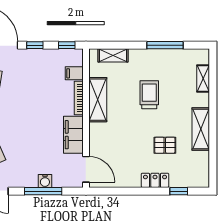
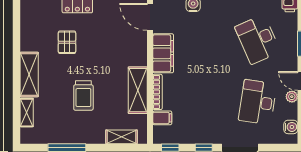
shelving: (201, 129) -> (29, 74), moved
pallet: (165, 145) -> (67, 42), turned 90

